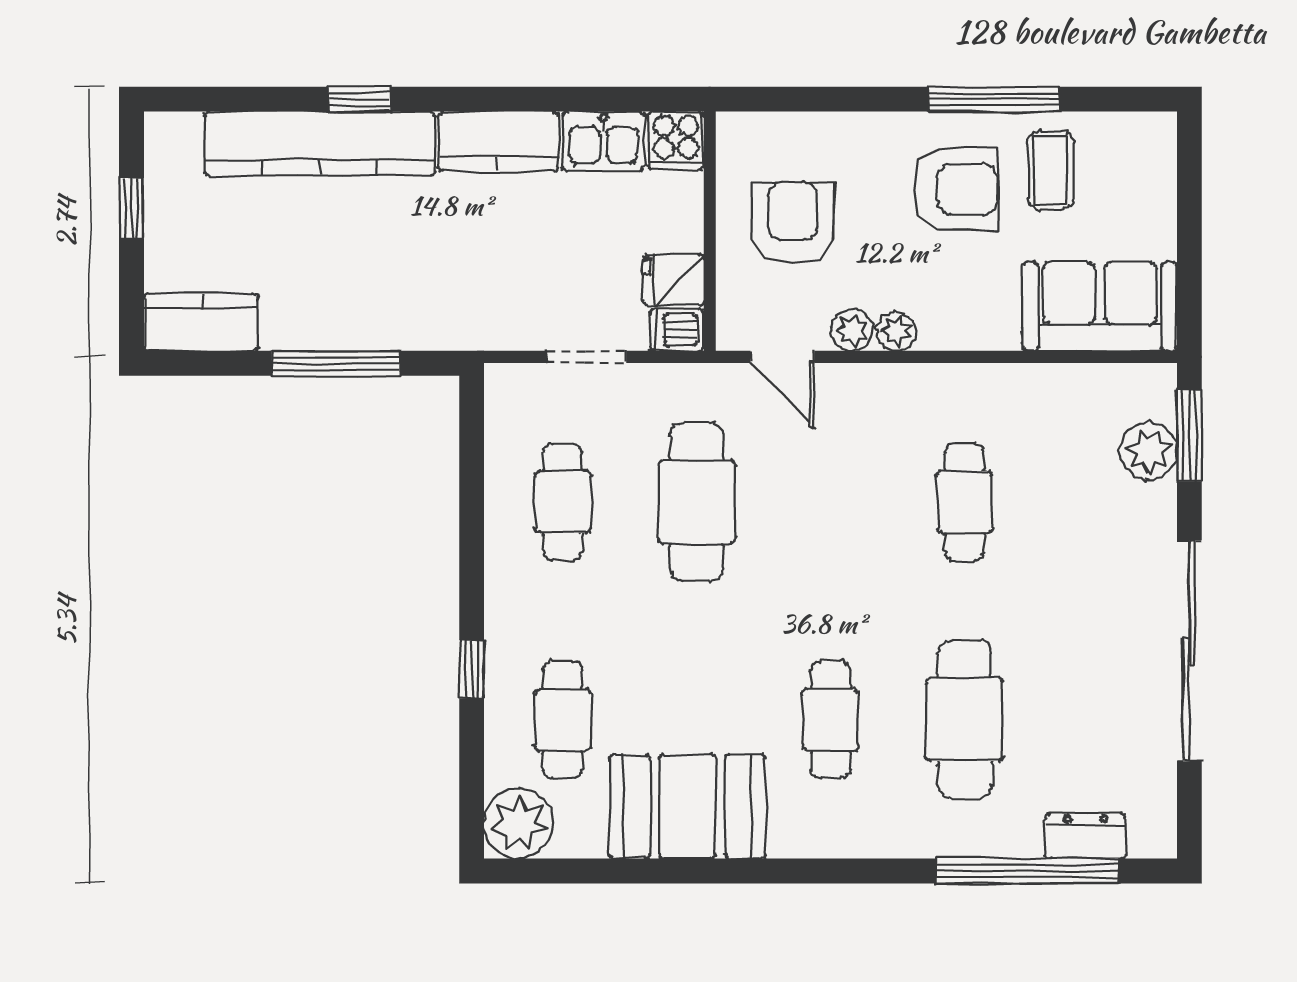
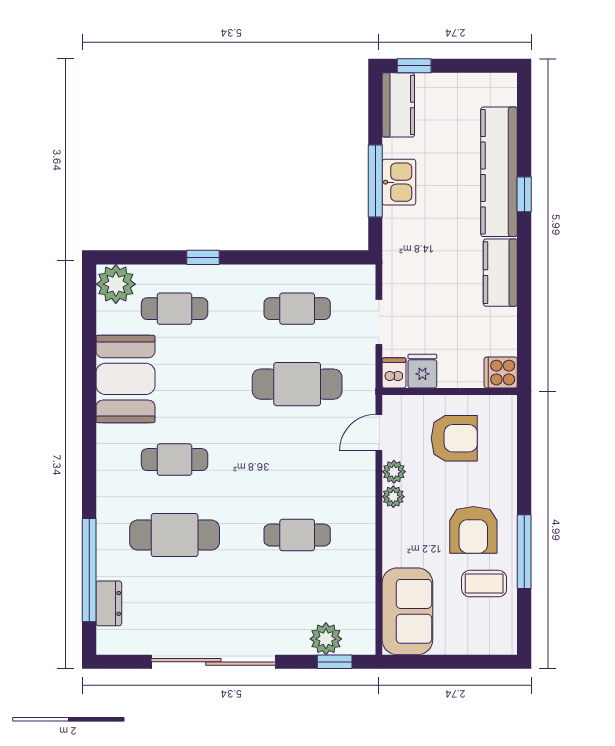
kitchen sink: (603, 141) -> (399, 182), moved, turned 180
window: (132, 208) -> (414, 66), moved
window: (1189, 435) -> (335, 662), width x0.67

